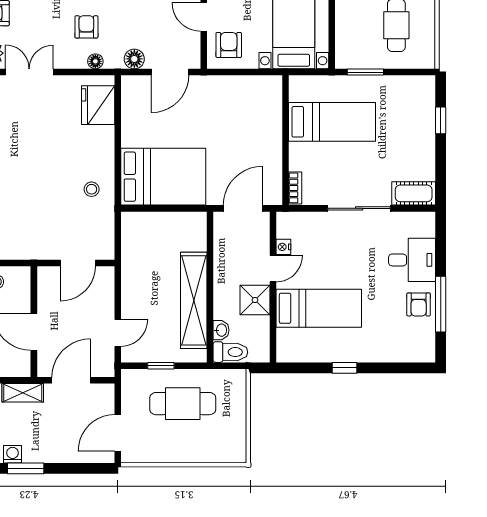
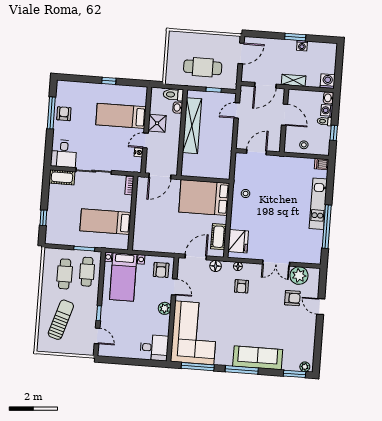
cafe table: (358, 32) -> (87, 272), added
cot: (133, 110) -> (218, 237), added
desk: (412, 260) -> (64, 154), moved, turned -90

